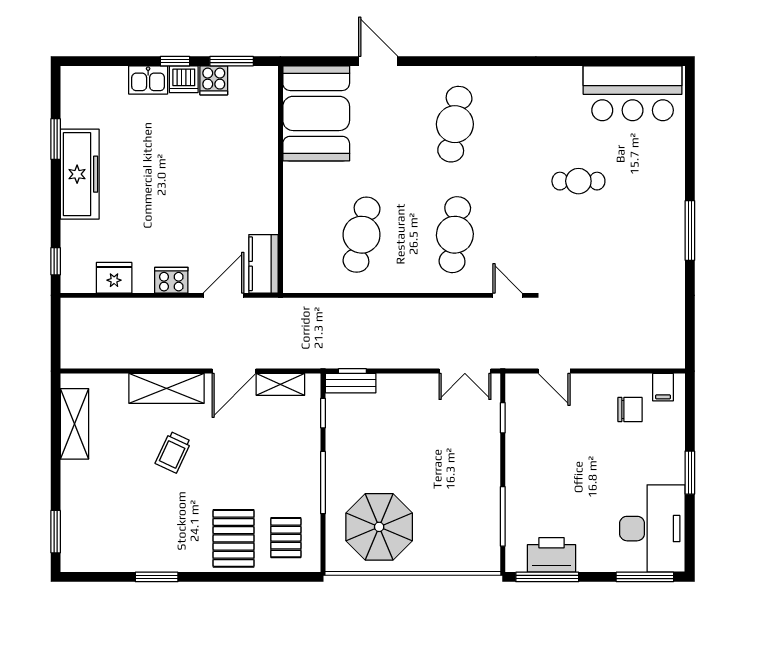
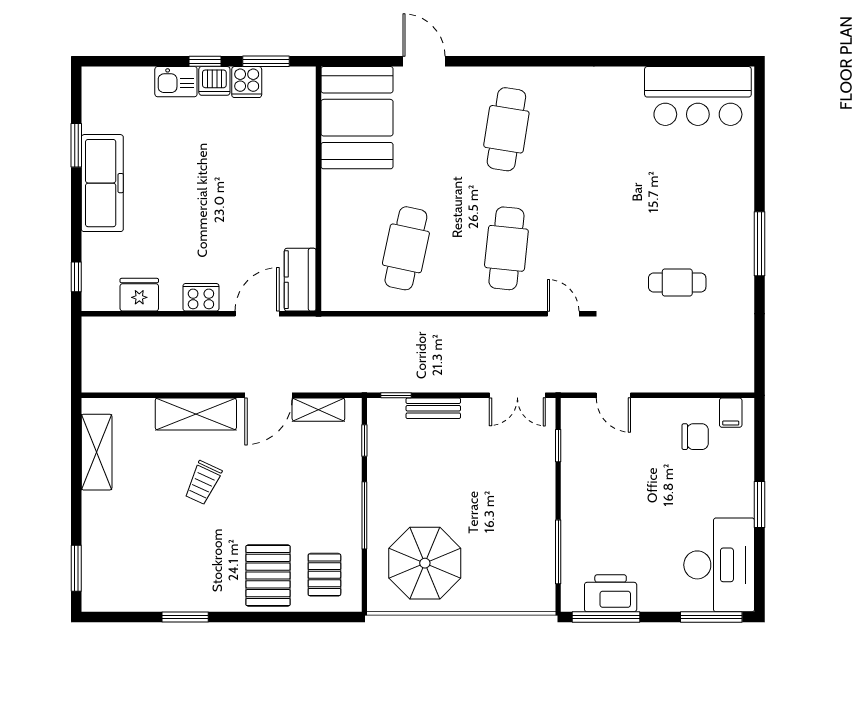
cafe table: (578, 181) -> (677, 282), moved
bench: (351, 383) -> (433, 408), moved

